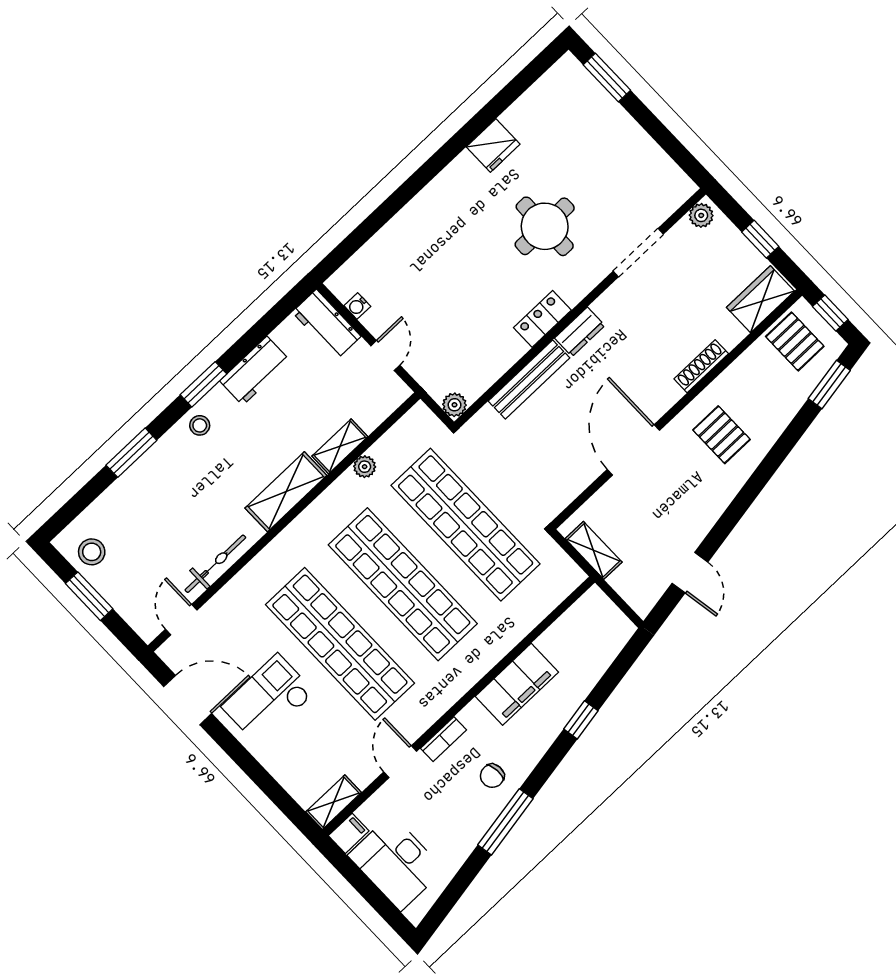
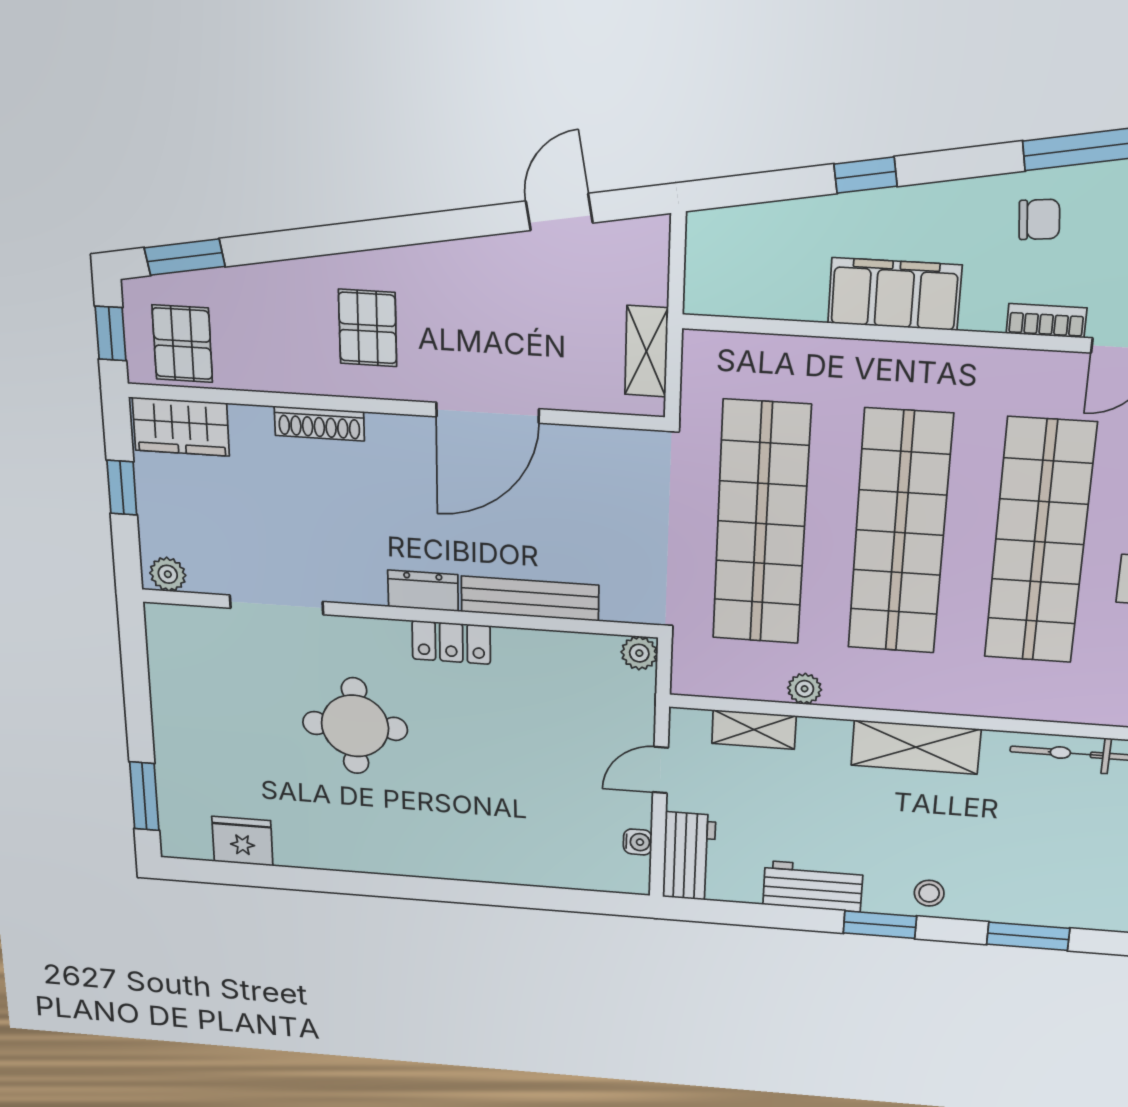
fridge: (493, 146) -> (242, 841), moved
shelving: (340, 446) -> (754, 730), moved

